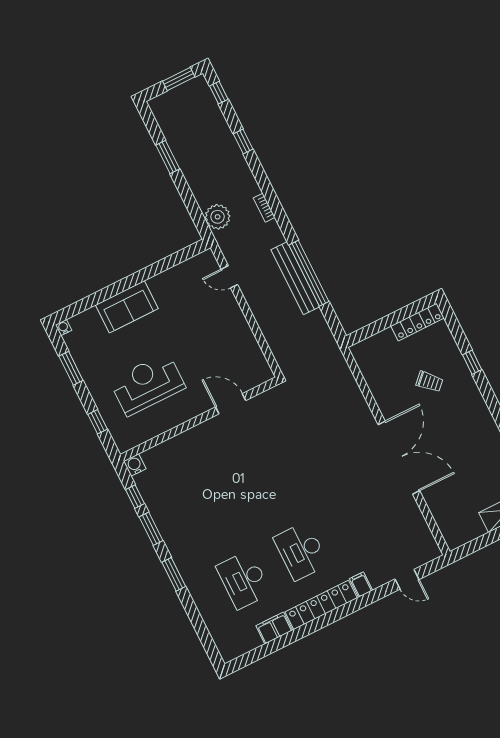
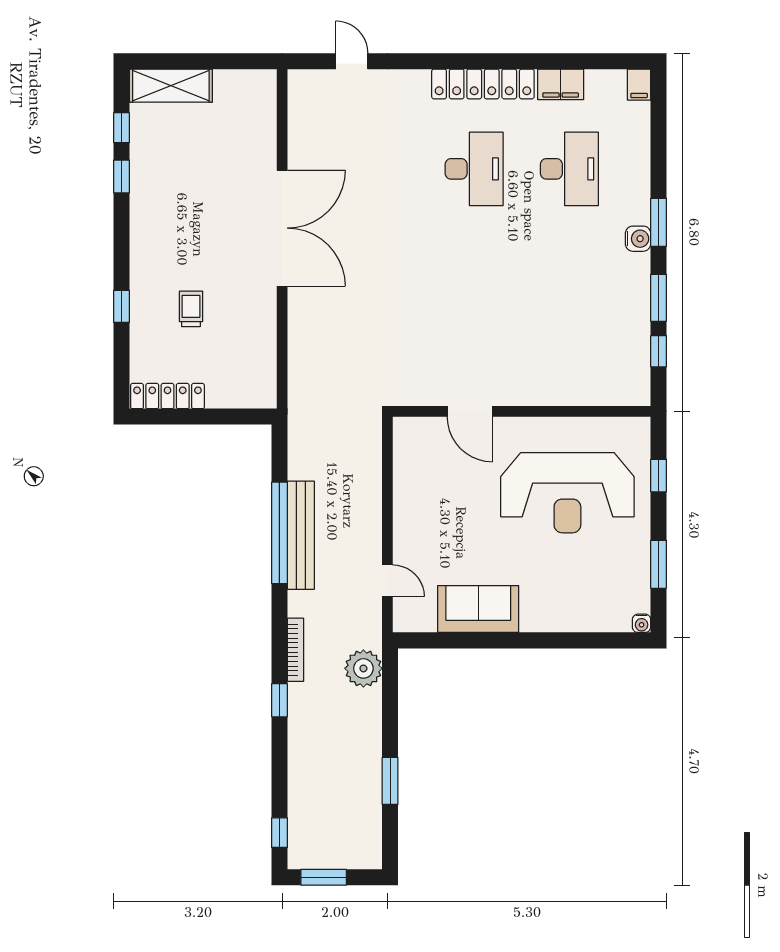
window: (243, 141) -> (279, 700), moved
bookcase: (264, 208) -> (295, 650), width x1.56
sofa: (127, 307) -> (478, 609), moved
trolley: (430, 382) -> (191, 309), turned 45
reception desk: (147, 384) -> (567, 493), width x1.36, depth x1.30
double door: (399, 458) -> (282, 228), swing flipped
water cooler: (135, 465) -> (638, 239), moved, turned -90
filing cabinet: (361, 585) -> (639, 85), moved

